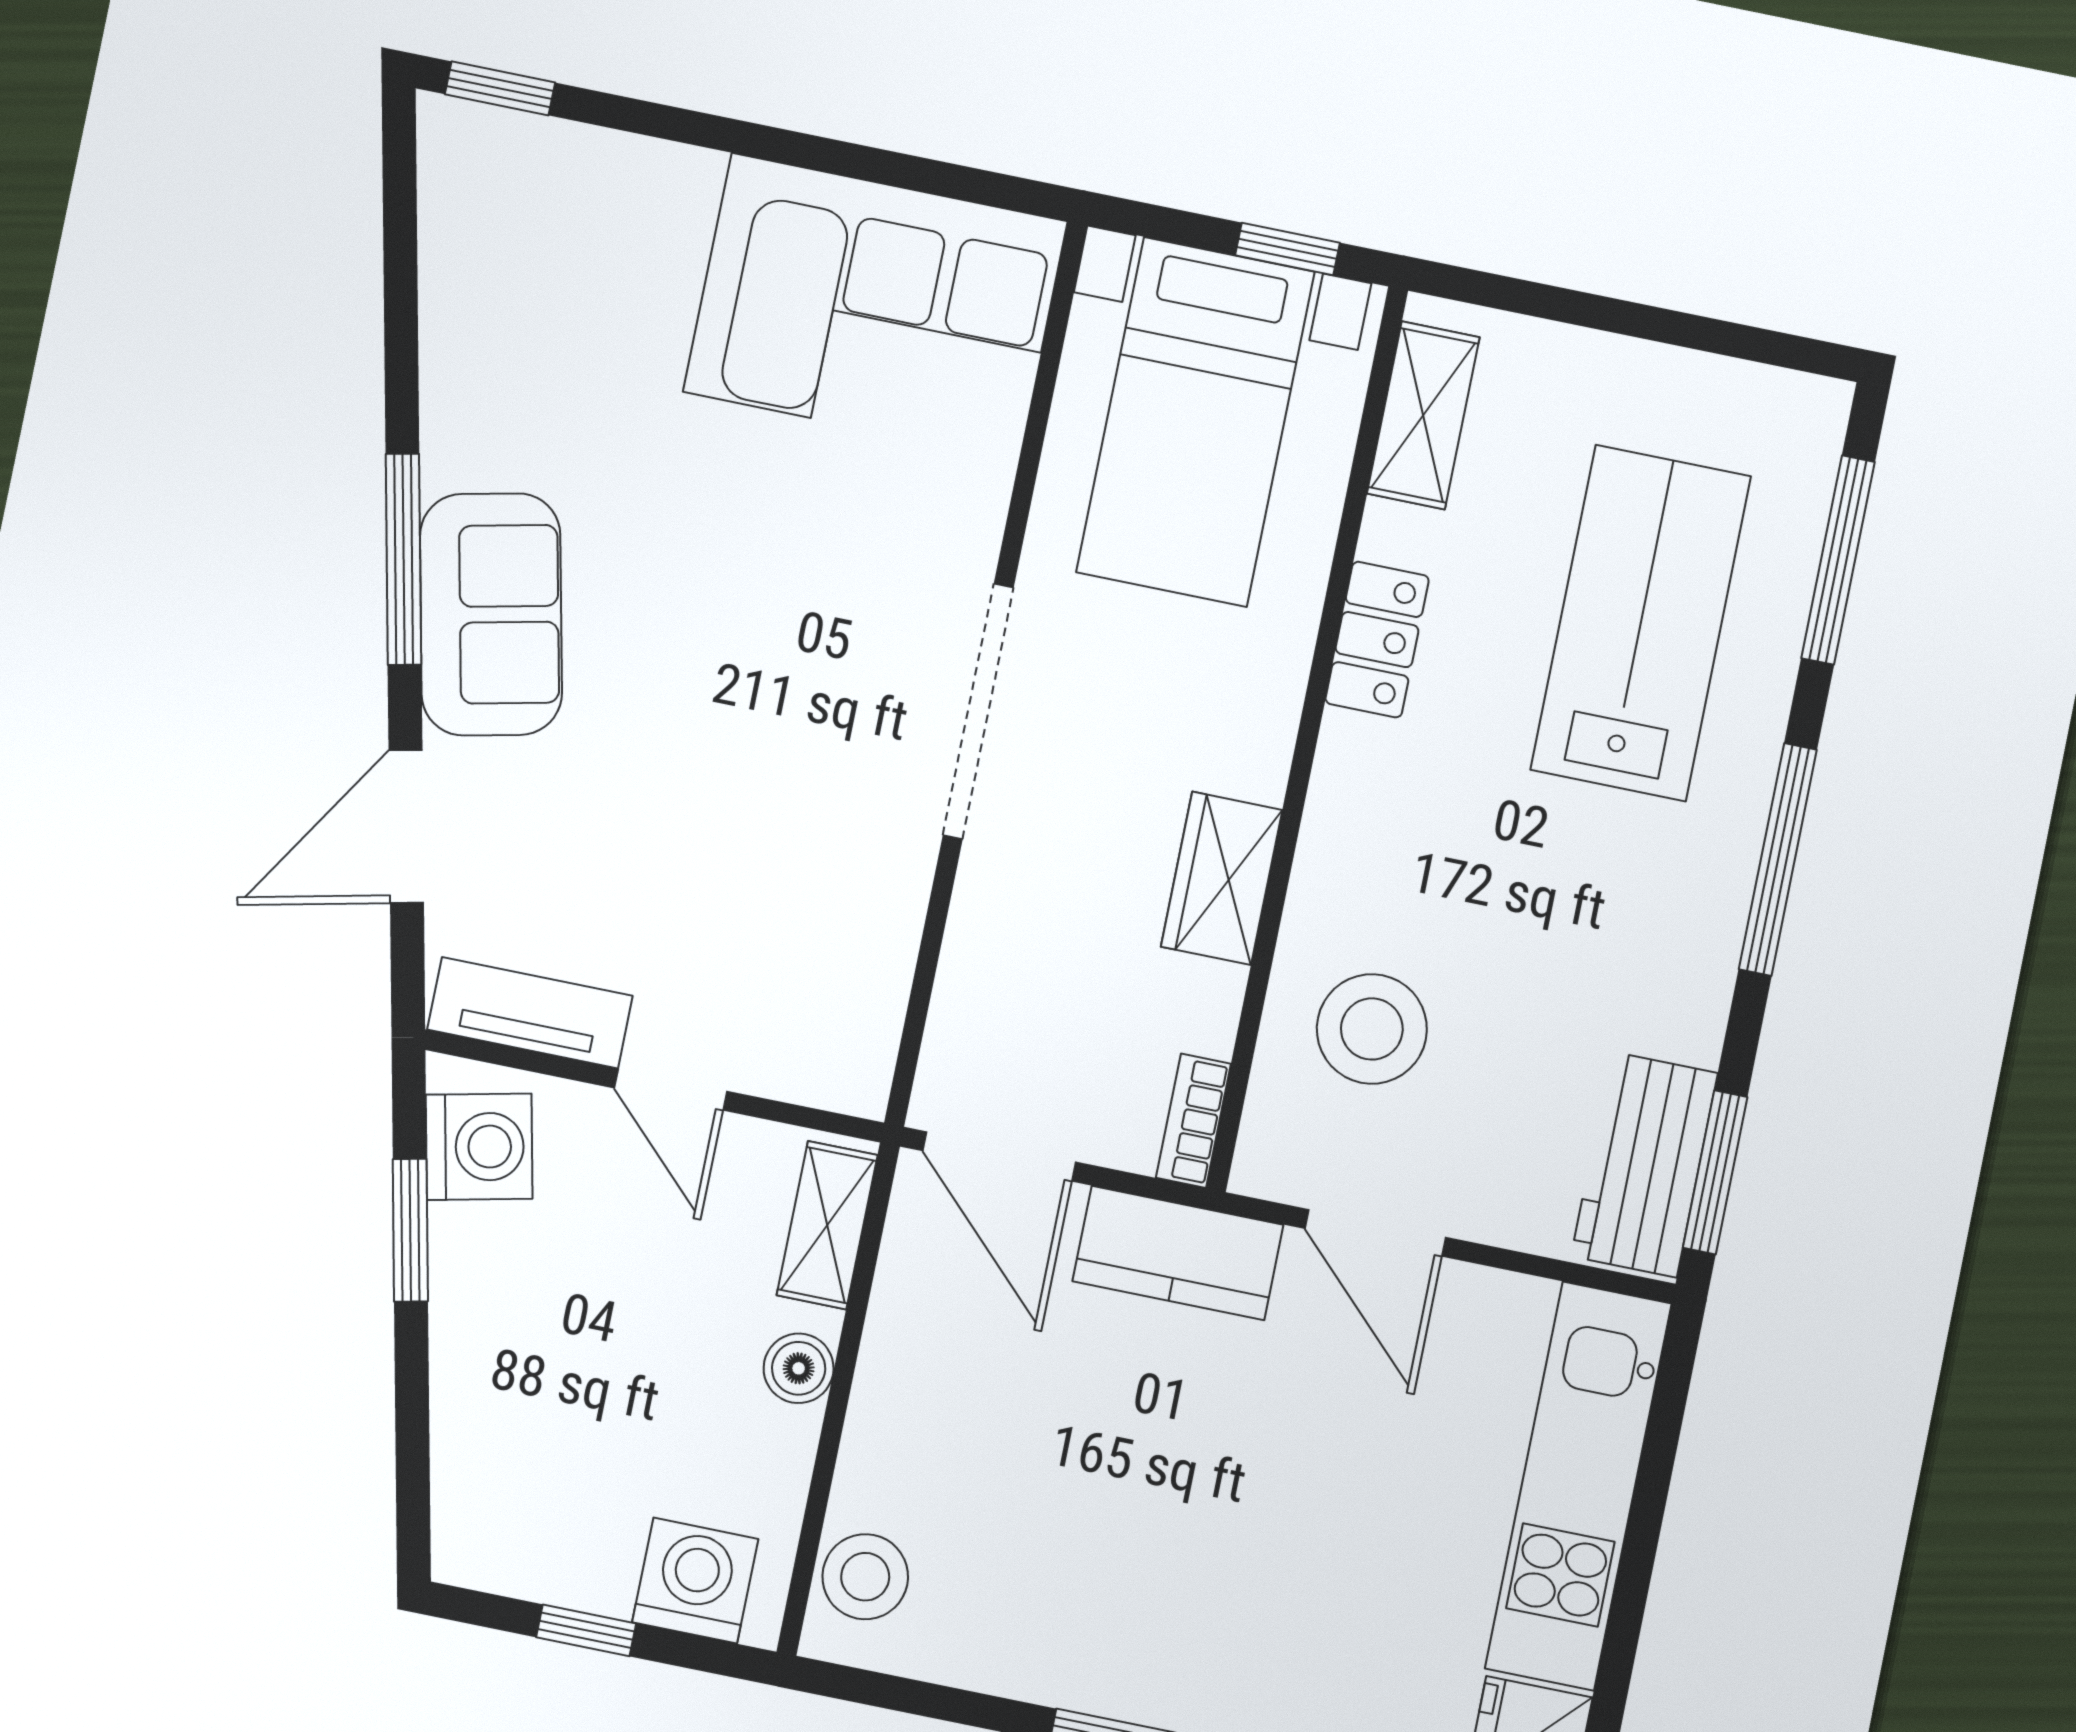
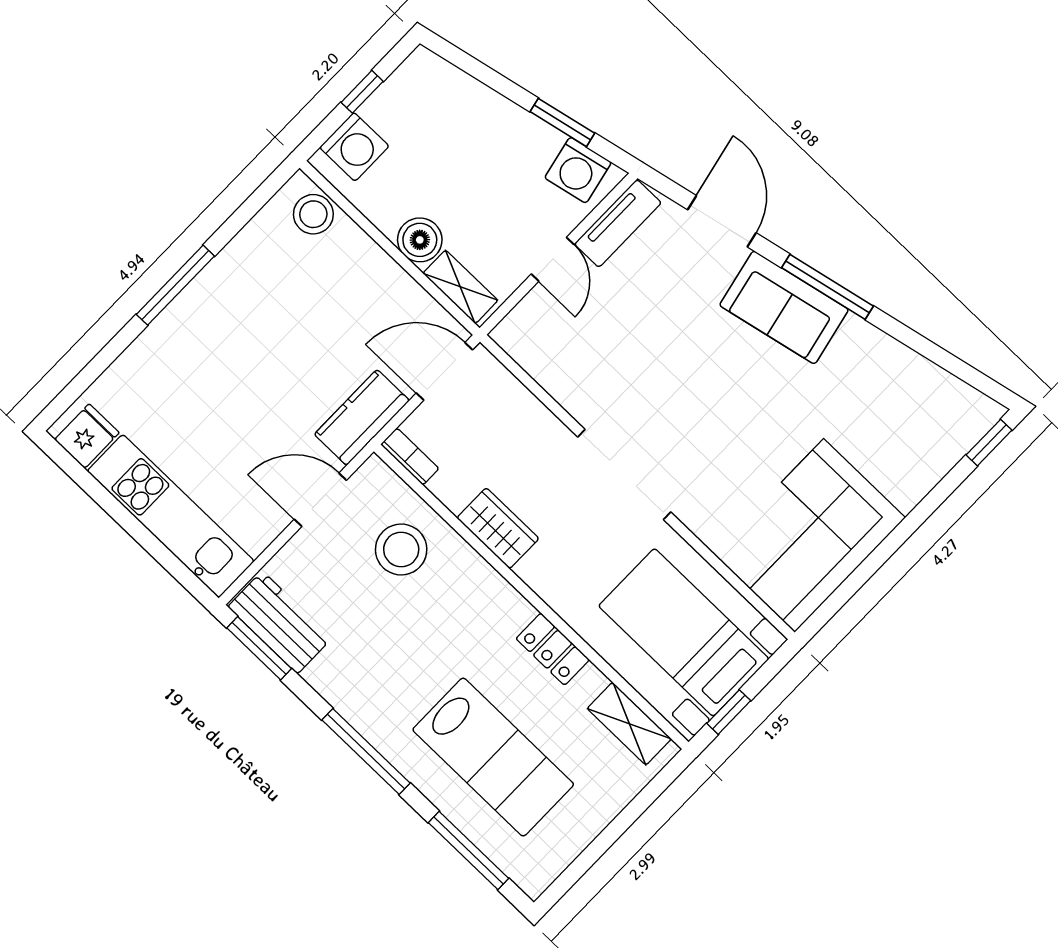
door: (671, 1090) -> (553, 259), swing flipped
boiler: (799, 1368) -> (420, 240), width x1.36, depth x1.36

